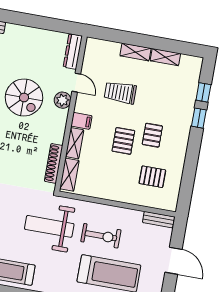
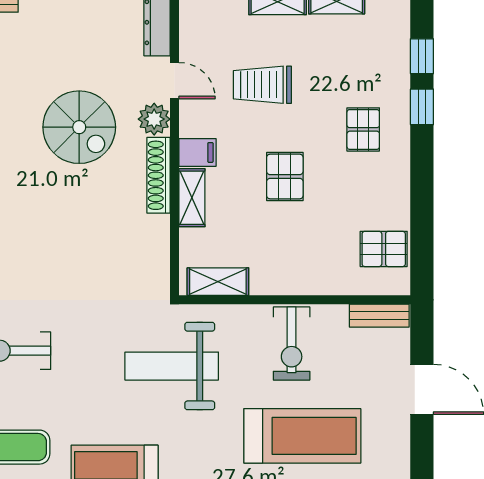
pallet: (152, 135) -> (363, 129), moved
shoe rack: (54, 163) -> (159, 175), moved
shelving: (69, 175) -> (218, 282), moved, turned 90
pallet: (152, 177) -> (384, 249), moved
exercise bike: (101, 236) -> (292, 343), moved, turned 90

